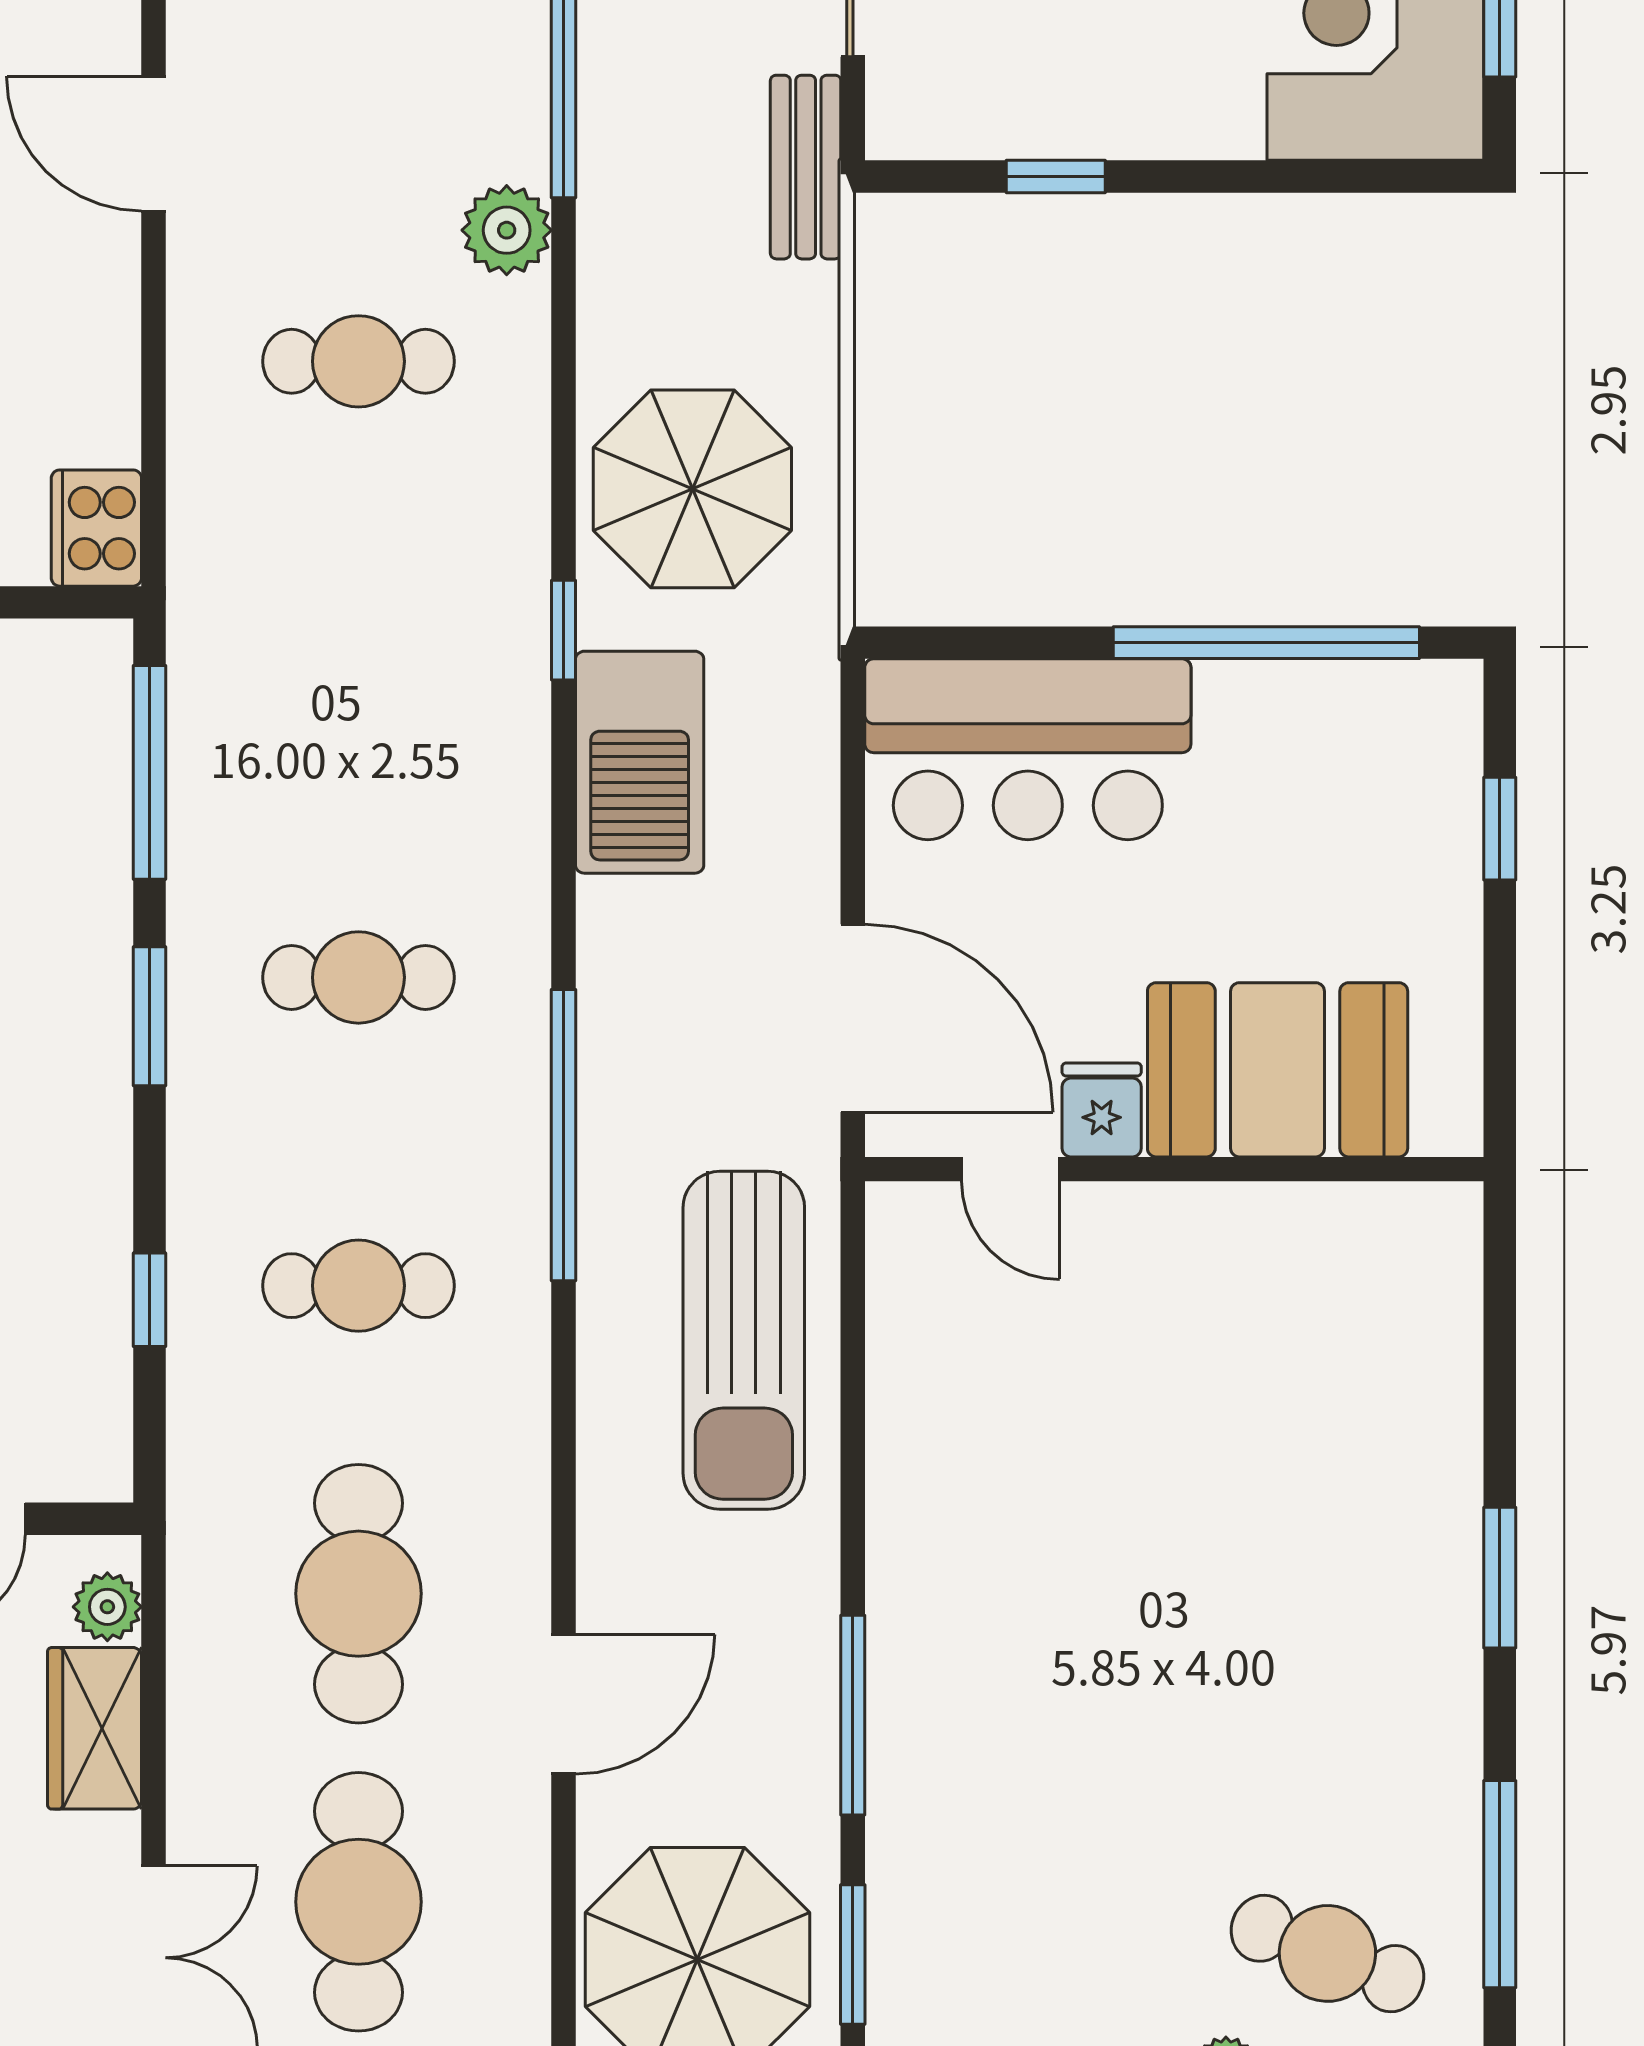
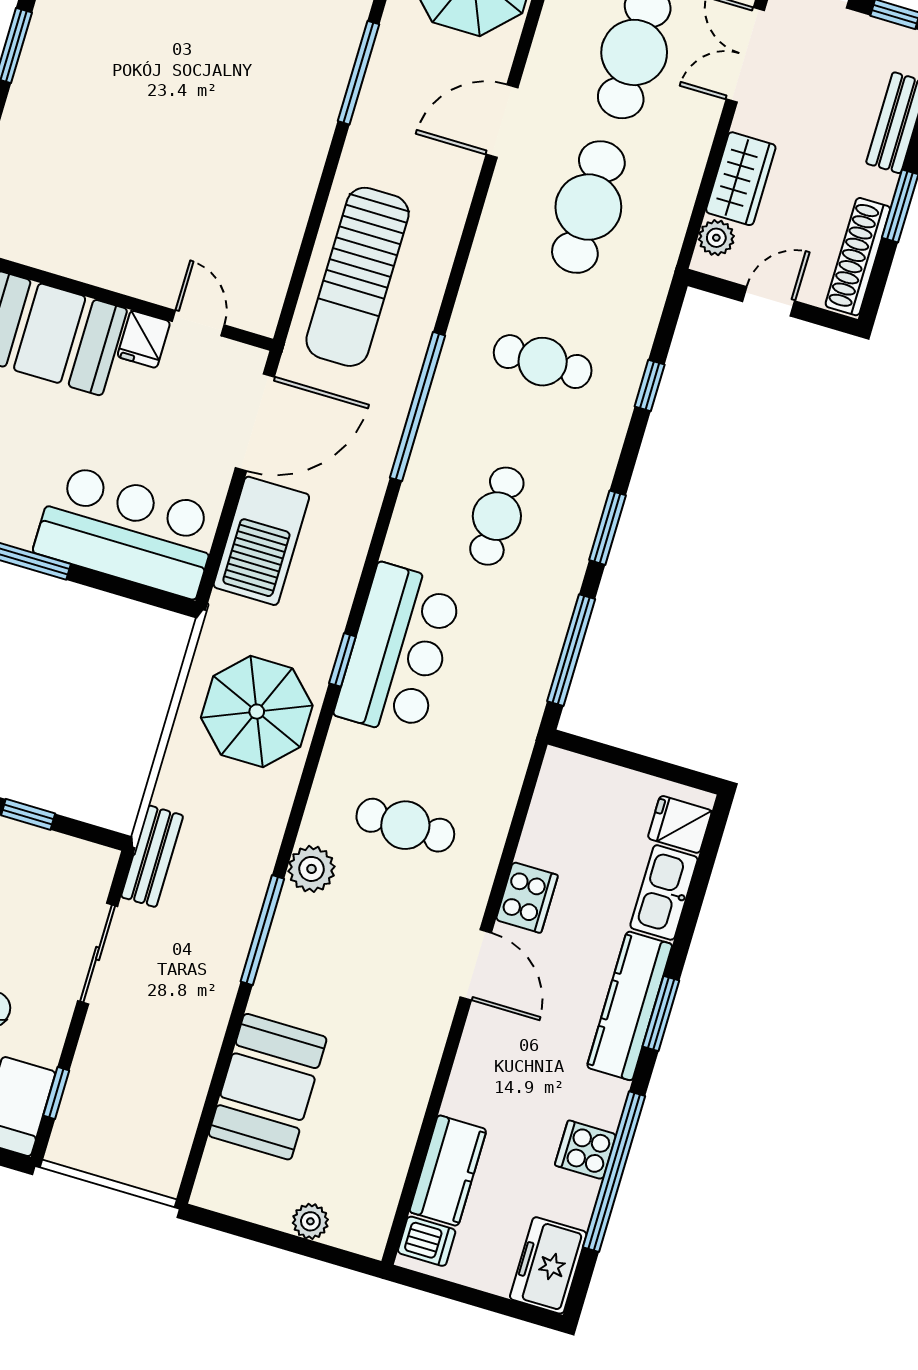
cooker: (96, 528) -> (527, 898), moved
bar counter: (466, 678) -> (399, 651), added
barbecue: (640, 762) -> (261, 541), moved, turned 180
cafe table: (358, 977) -> (497, 516), turned 90
door: (853, 1018) -> (255, 422), swing flipped
sun lounger: (744, 1340) -> (357, 277), turned 180

